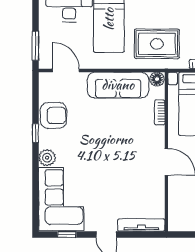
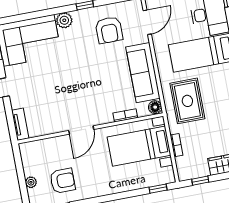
armchair: (53, 115) -> (109, 30), moved
tv unit: (141, 225) -> (20, 124), width x0.71

